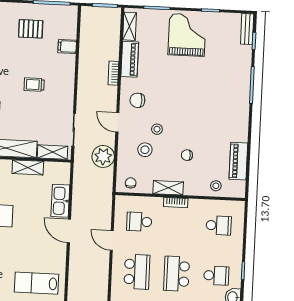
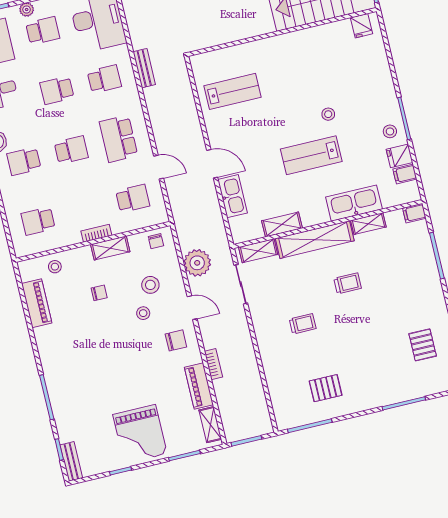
filing cabinet: (67, 47) -> (277, 380), removed
school desk: (177, 274) -> (71, 150), width x0.54

